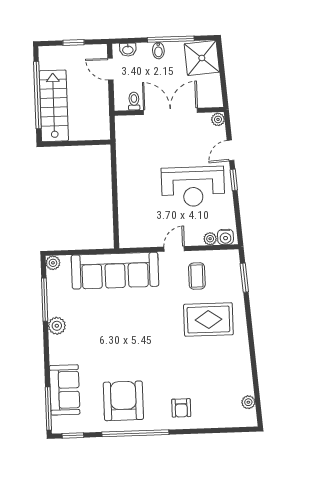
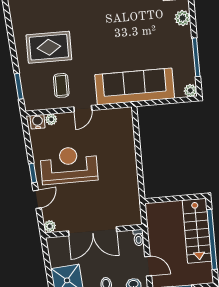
toilet: (134, 101) -> (138, 238), moved
plant: (57, 326) -> (183, 18), moved

